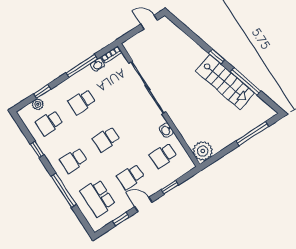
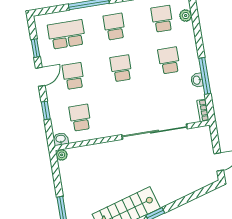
washbasin: (97, 65) -> (197, 80), moved
window: (42, 92) -> (196, 25), removed
washbasin: (166, 130) -> (61, 139), moved
plant: (203, 151) -> (62, 155), width x0.53, depth x0.53

